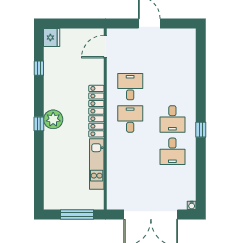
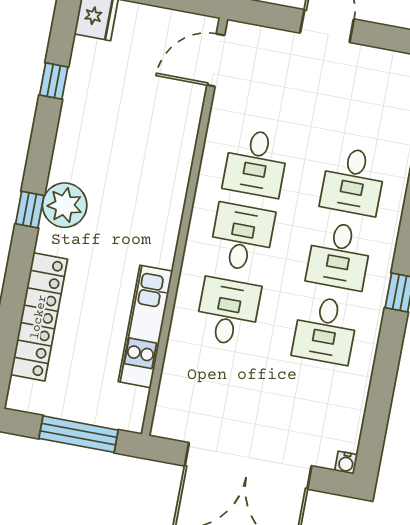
desk: (130, 87) -> (256, 163), turned 180
desk: (172, 87) -> (353, 181), added
locker: (96, 111) -> (39, 317), moved, turned 180
desk: (130, 151) -> (228, 312), added

